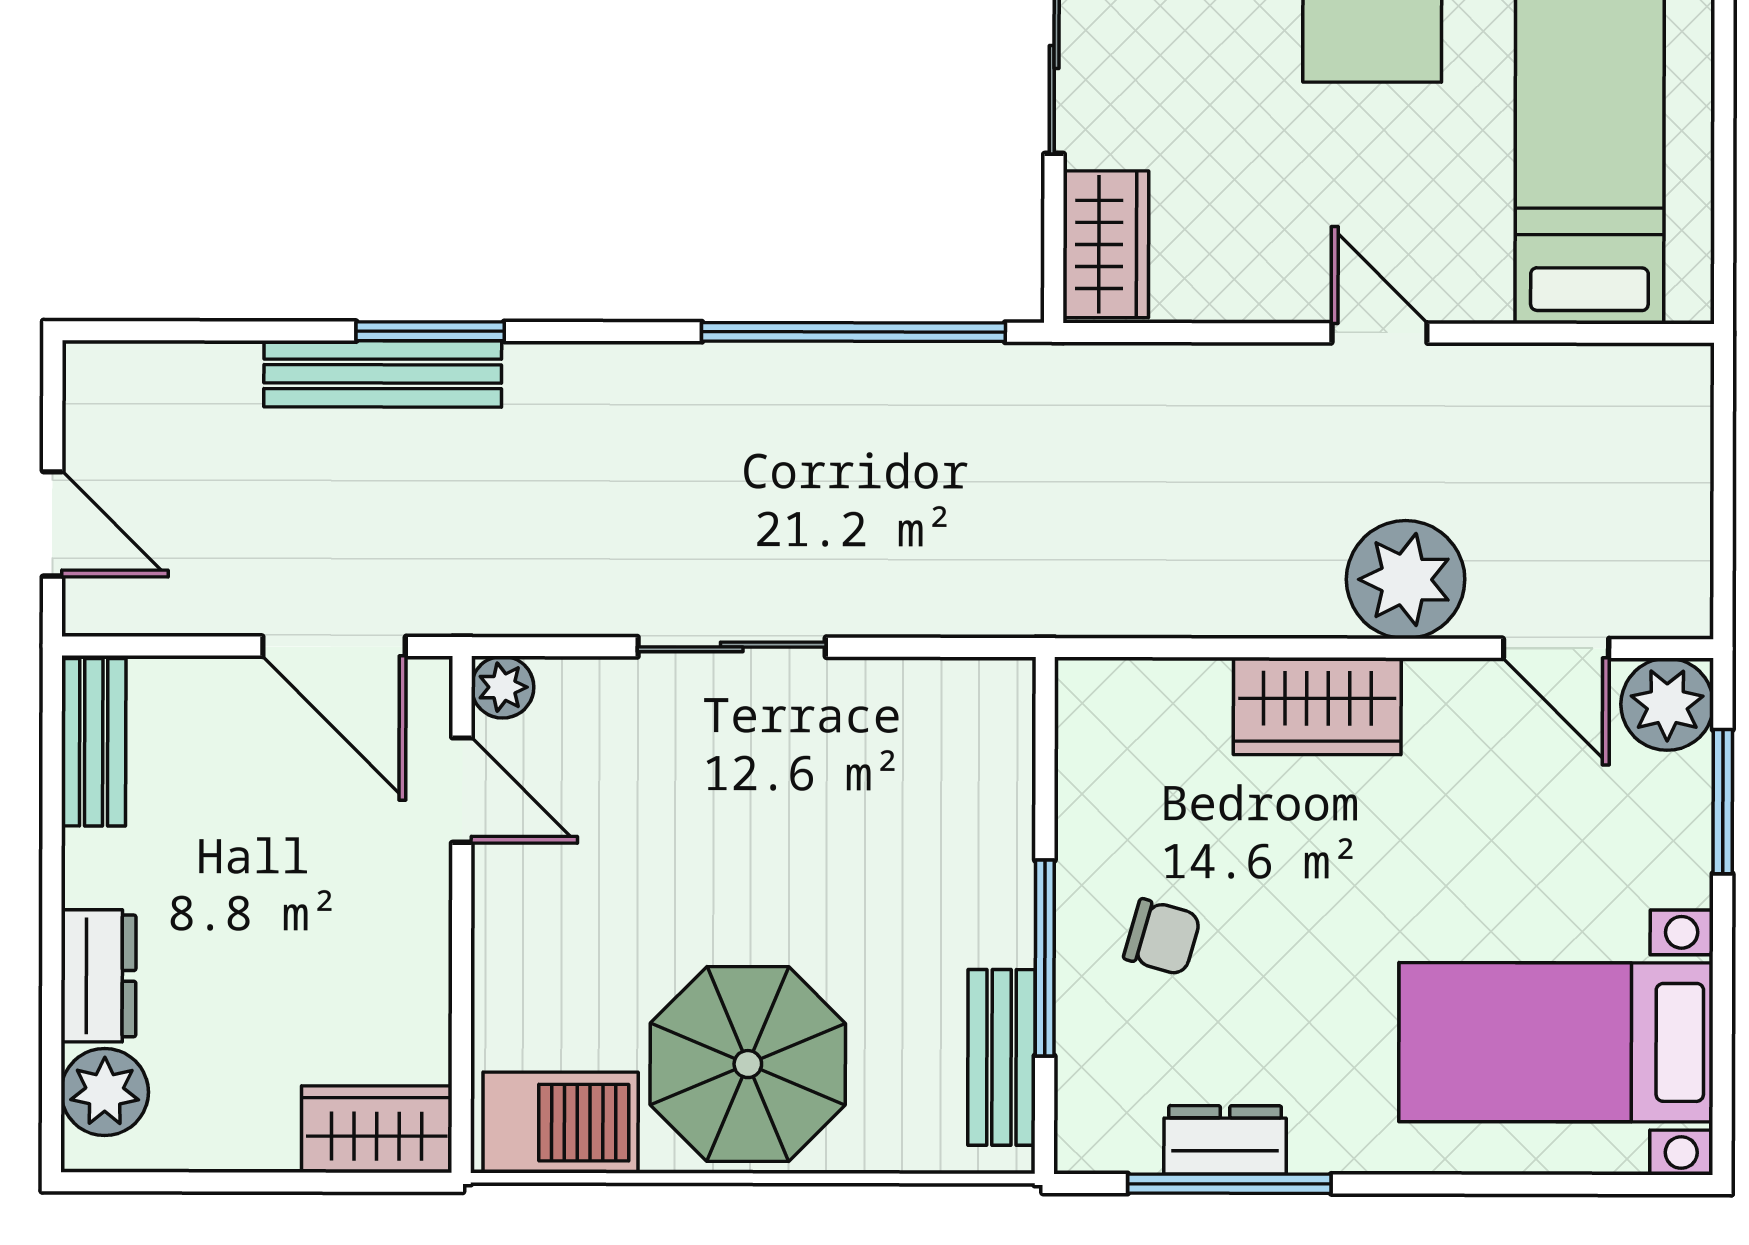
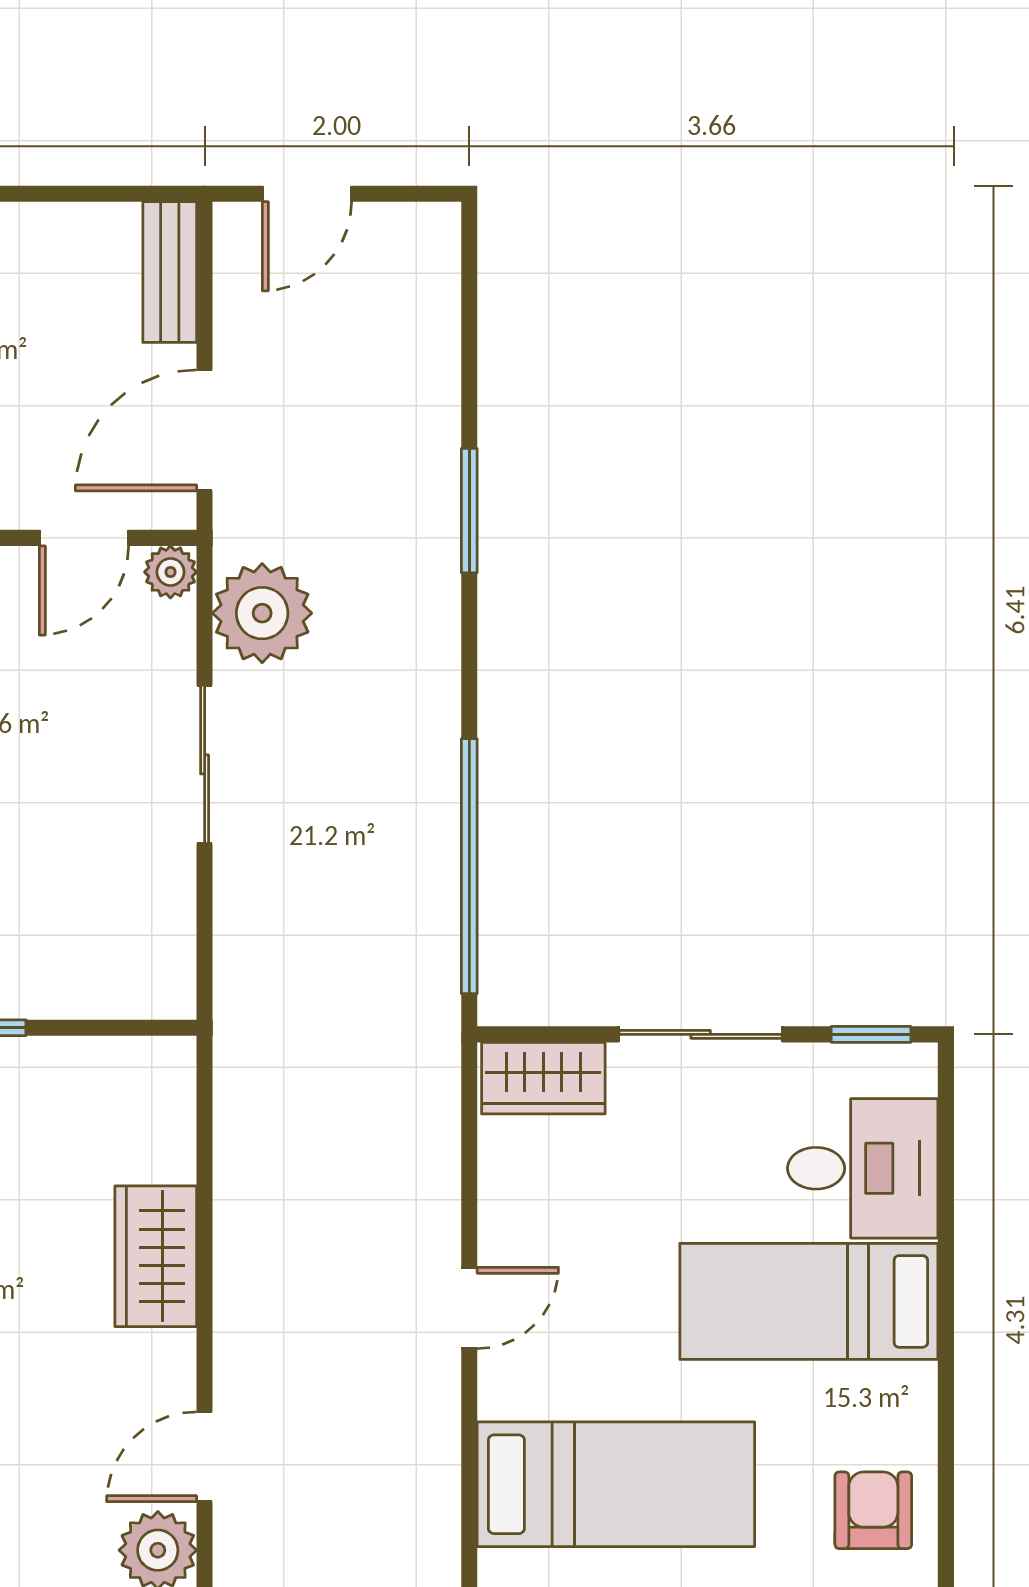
bench: (383, 374) -> (433, 471), removed
plant: (1406, 580) -> (262, 613), moved
bench: (94, 742) -> (170, 272), moved, turned 90

